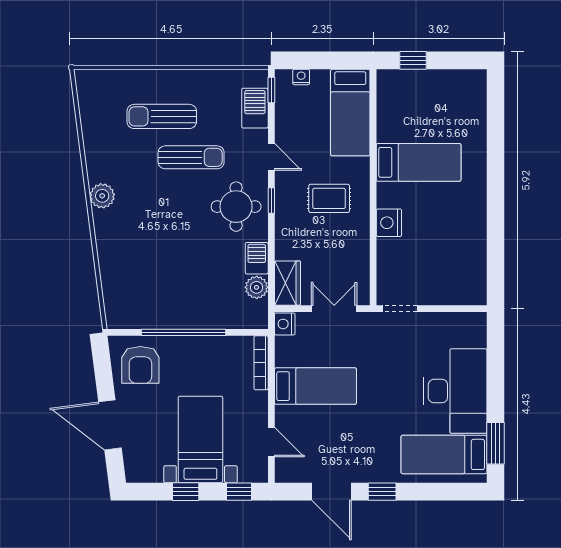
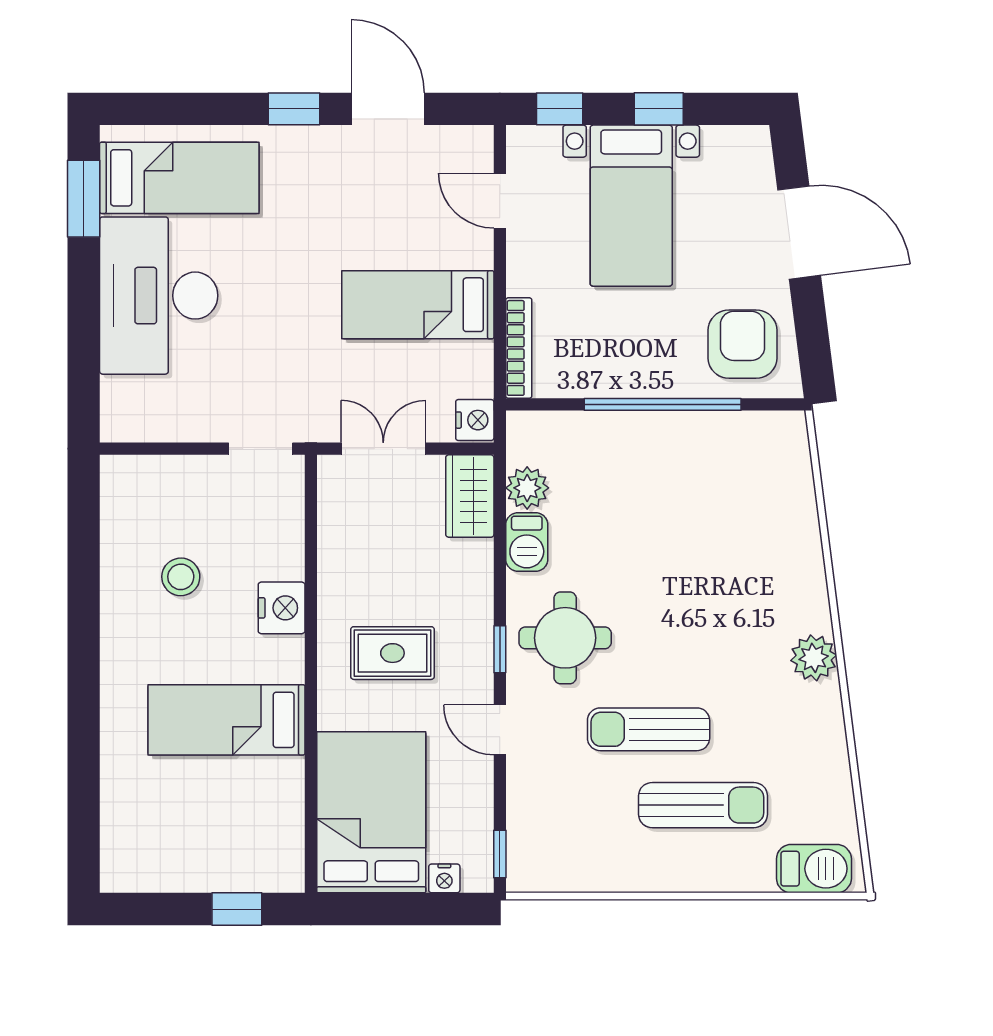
barbecue: (255, 108) -> (814, 869), moved, turned -90
bed: (350, 113) -> (371, 812), width x1.50
stool: (443, 239) -> (181, 577), added
double door: (334, 309) -> (383, 449), swing flipped

